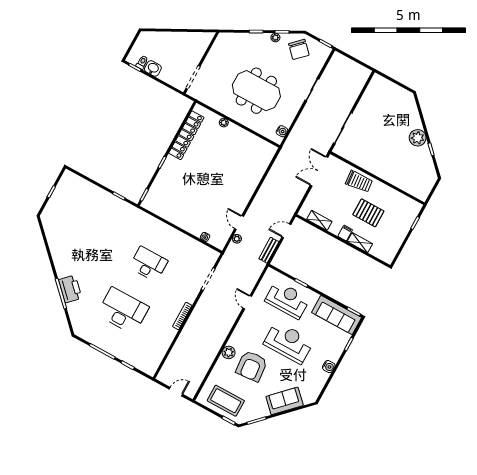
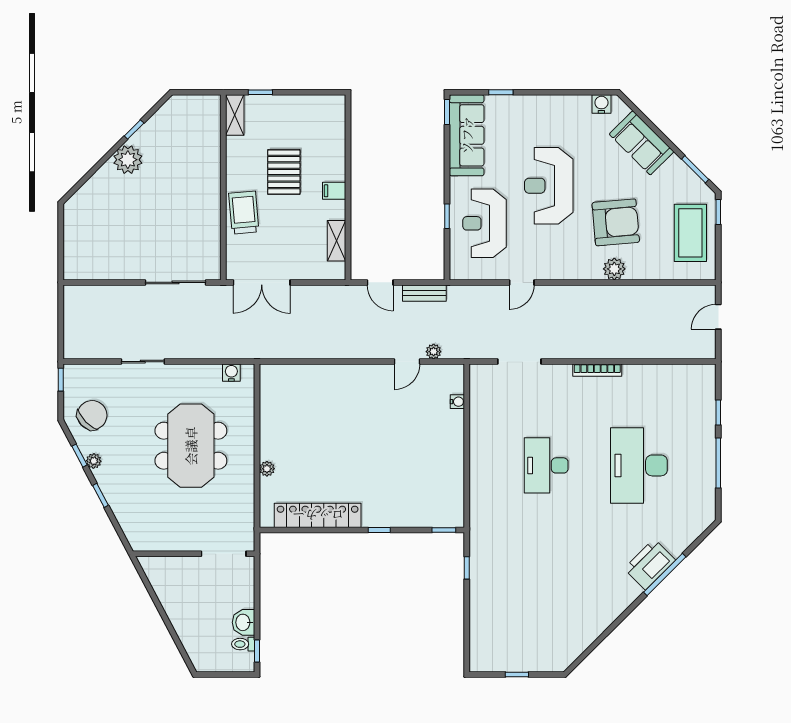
shelving: (360, 243) -> (235, 115), moved
water cooler: (329, 367) -> (601, 104), moved
door: (176, 392) -> (718, 317), hinge flipped

